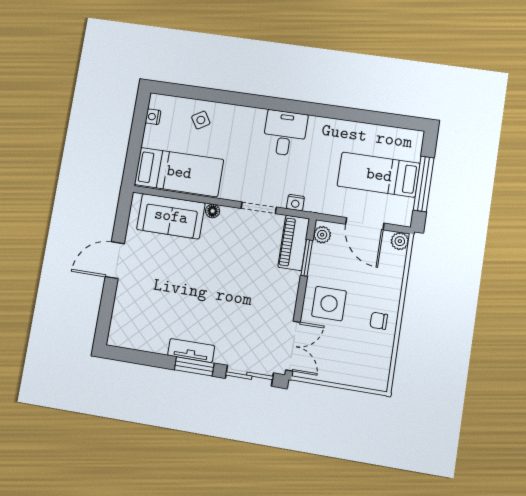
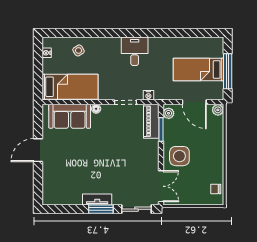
chair: (379, 321) -> (216, 189), moved

